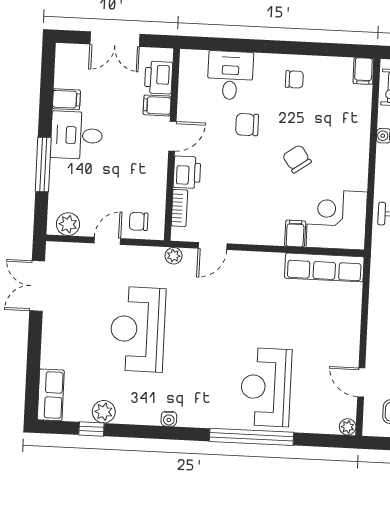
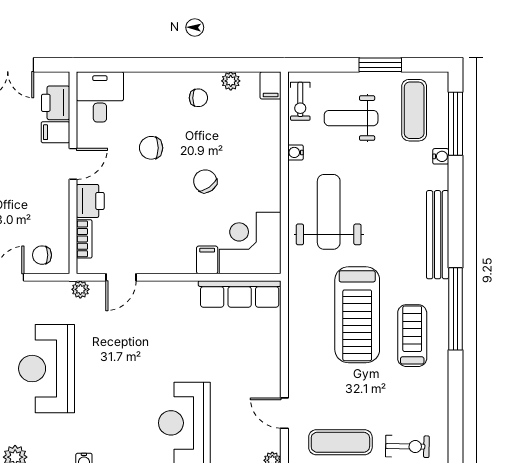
plant: (326, 65) -> (231, 81), added
desk: (230, 75) -> (100, 97), moved

